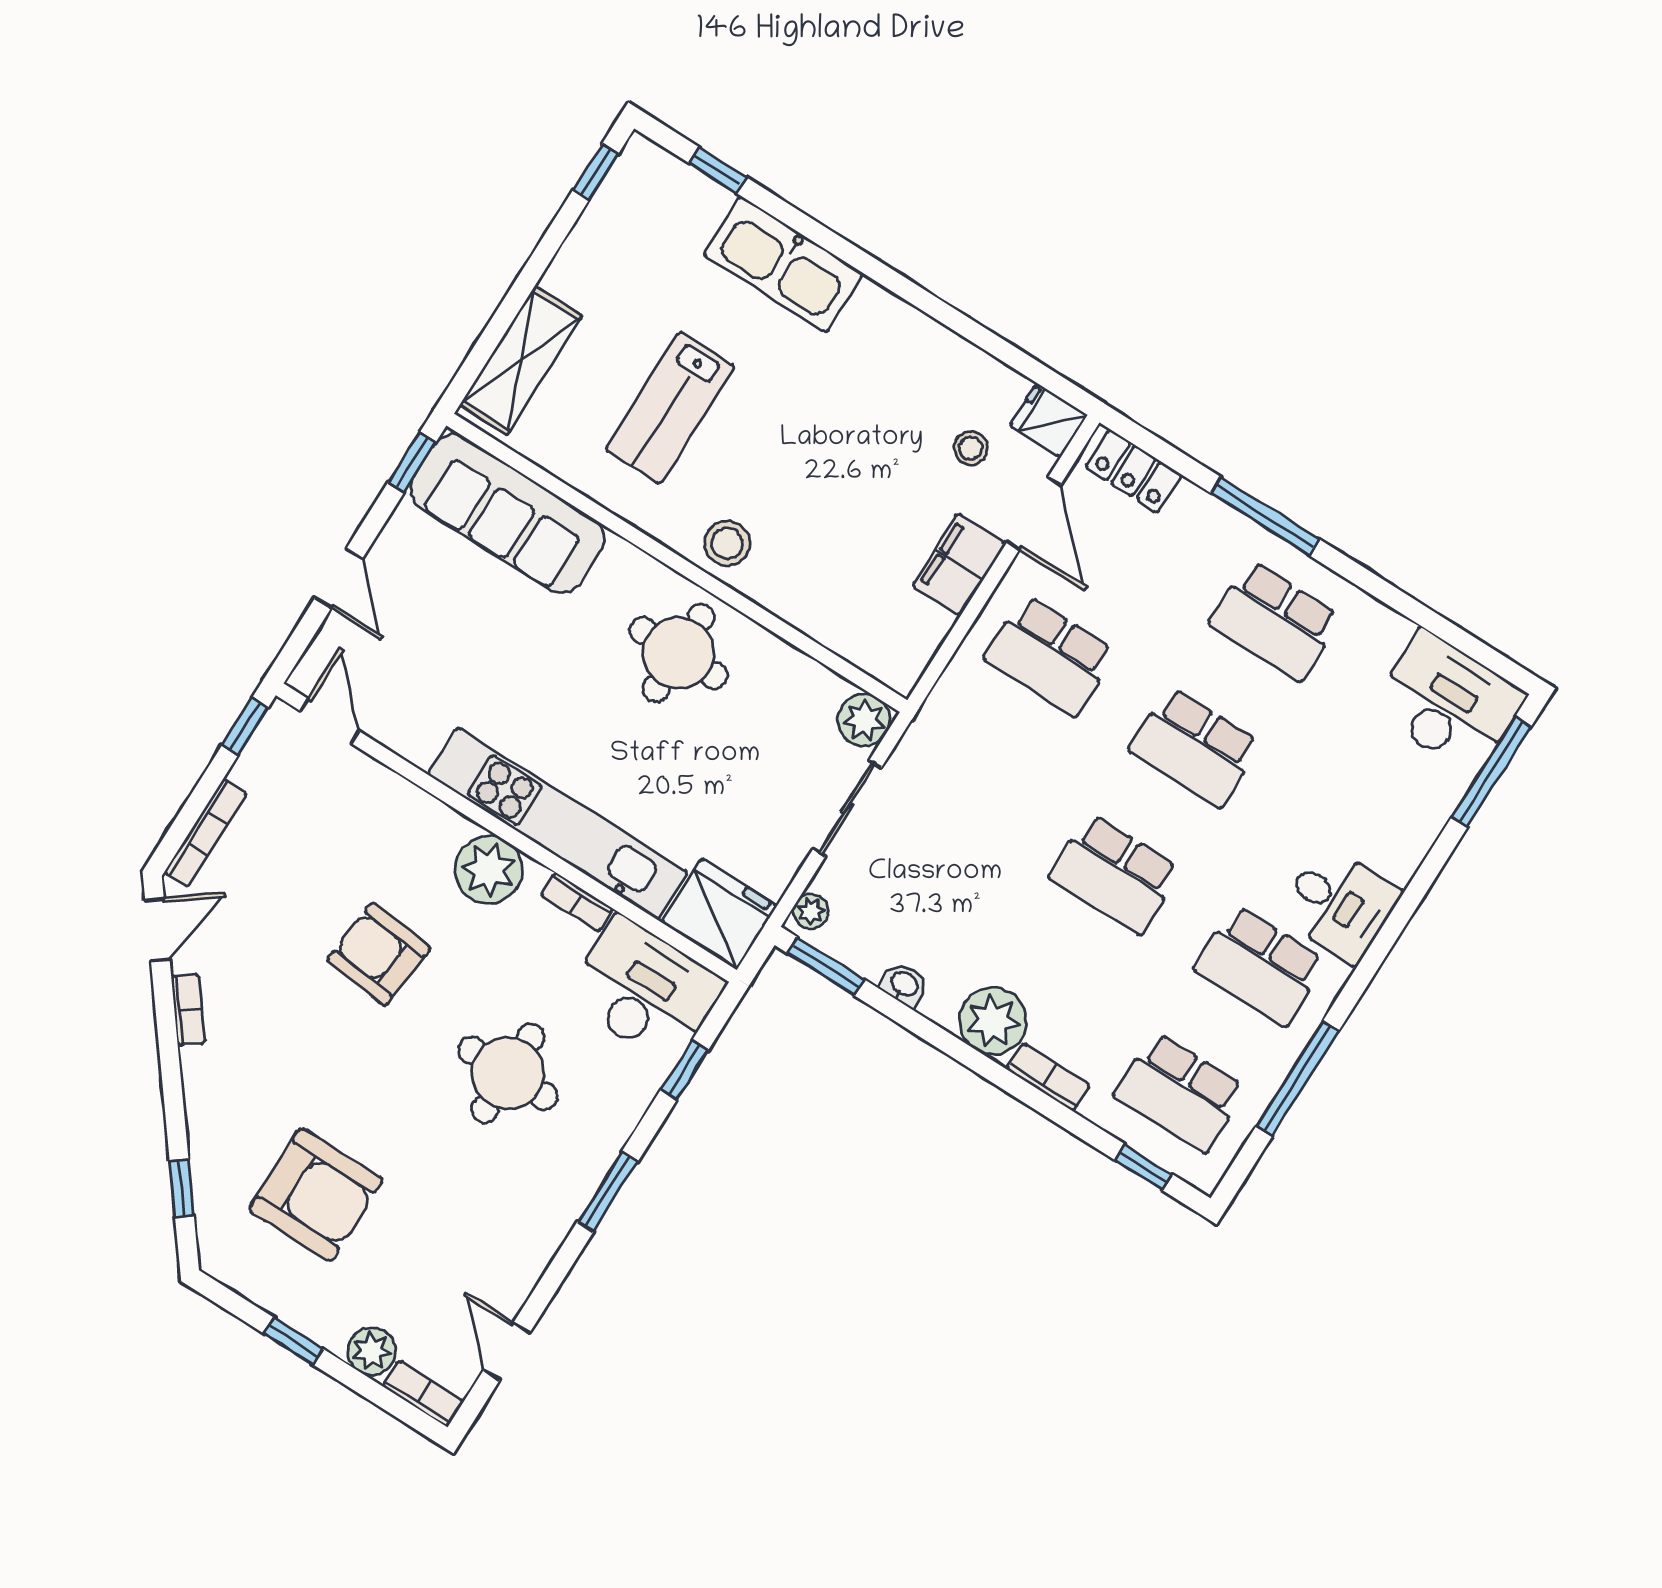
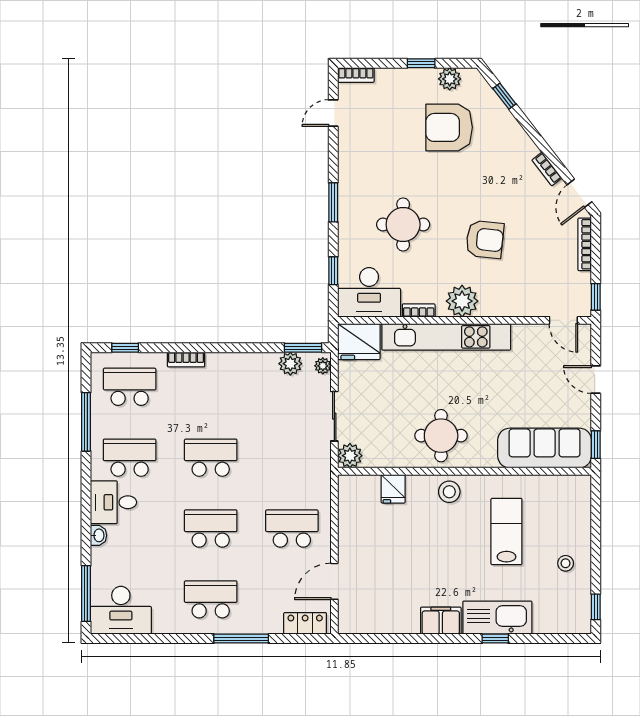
window: (718, 170) -> (495, 639), moved
shelving: (521, 360) -> (578, 513), removed
fridge: (1049, 420) -> (393, 489), moved, turned 90
stool: (971, 448) -> (566, 563), moved
door: (1034, 513) -> (334, 581), hinge flipped
filing cabinet: (959, 565) -> (441, 621), moved, turned -90
washbasin: (904, 985) -> (98, 535), moved, turned -90
plant: (993, 1021) -> (290, 364), moved, width x0.73, depth x0.73
plant: (372, 1351) -> (450, 79), moved
door: (507, 1351) -> (333, 113), swing flipped

